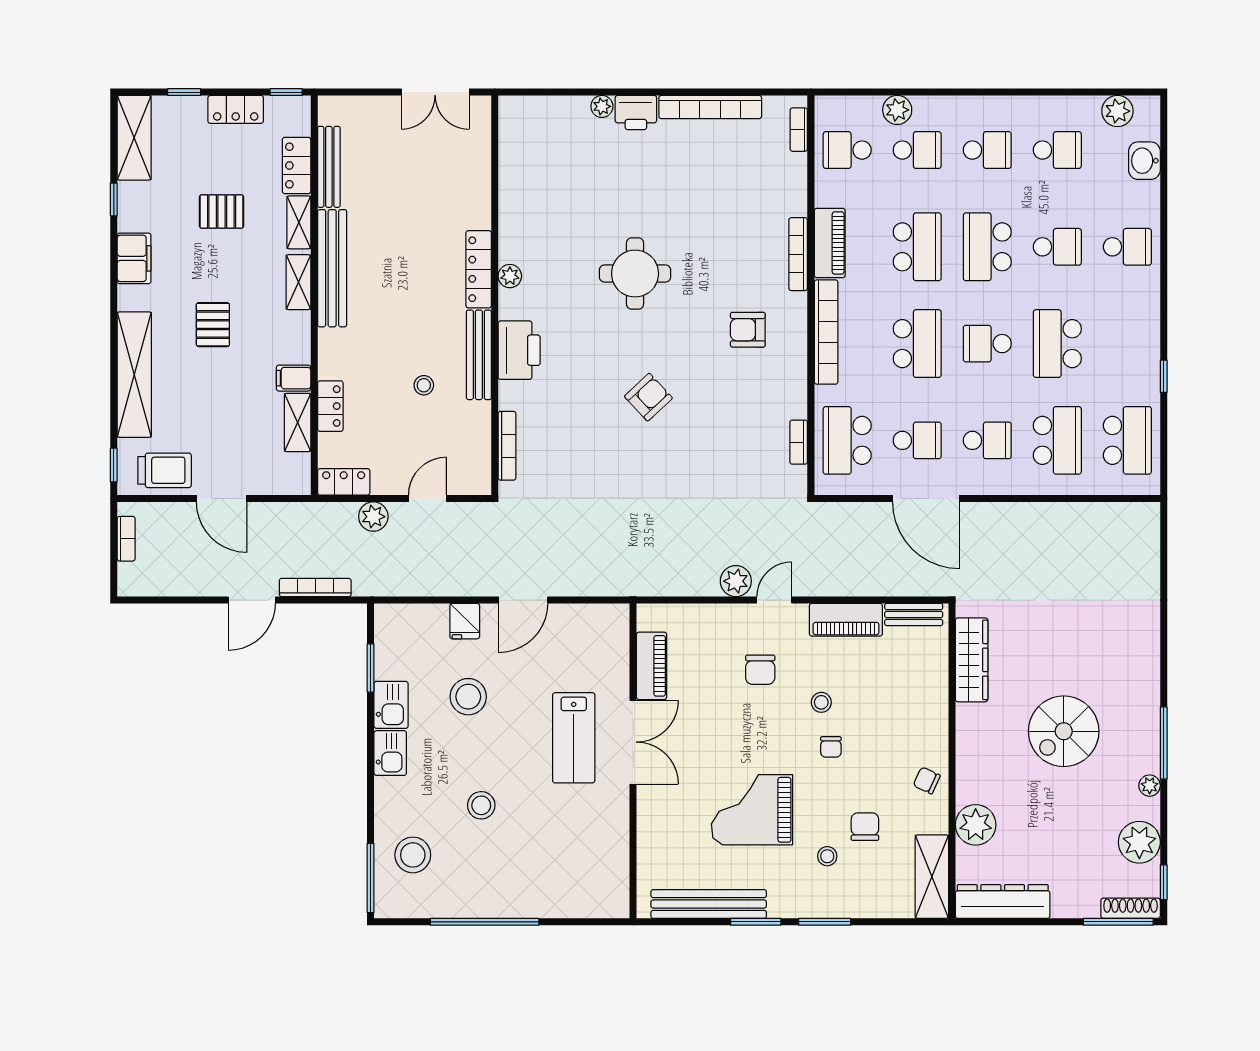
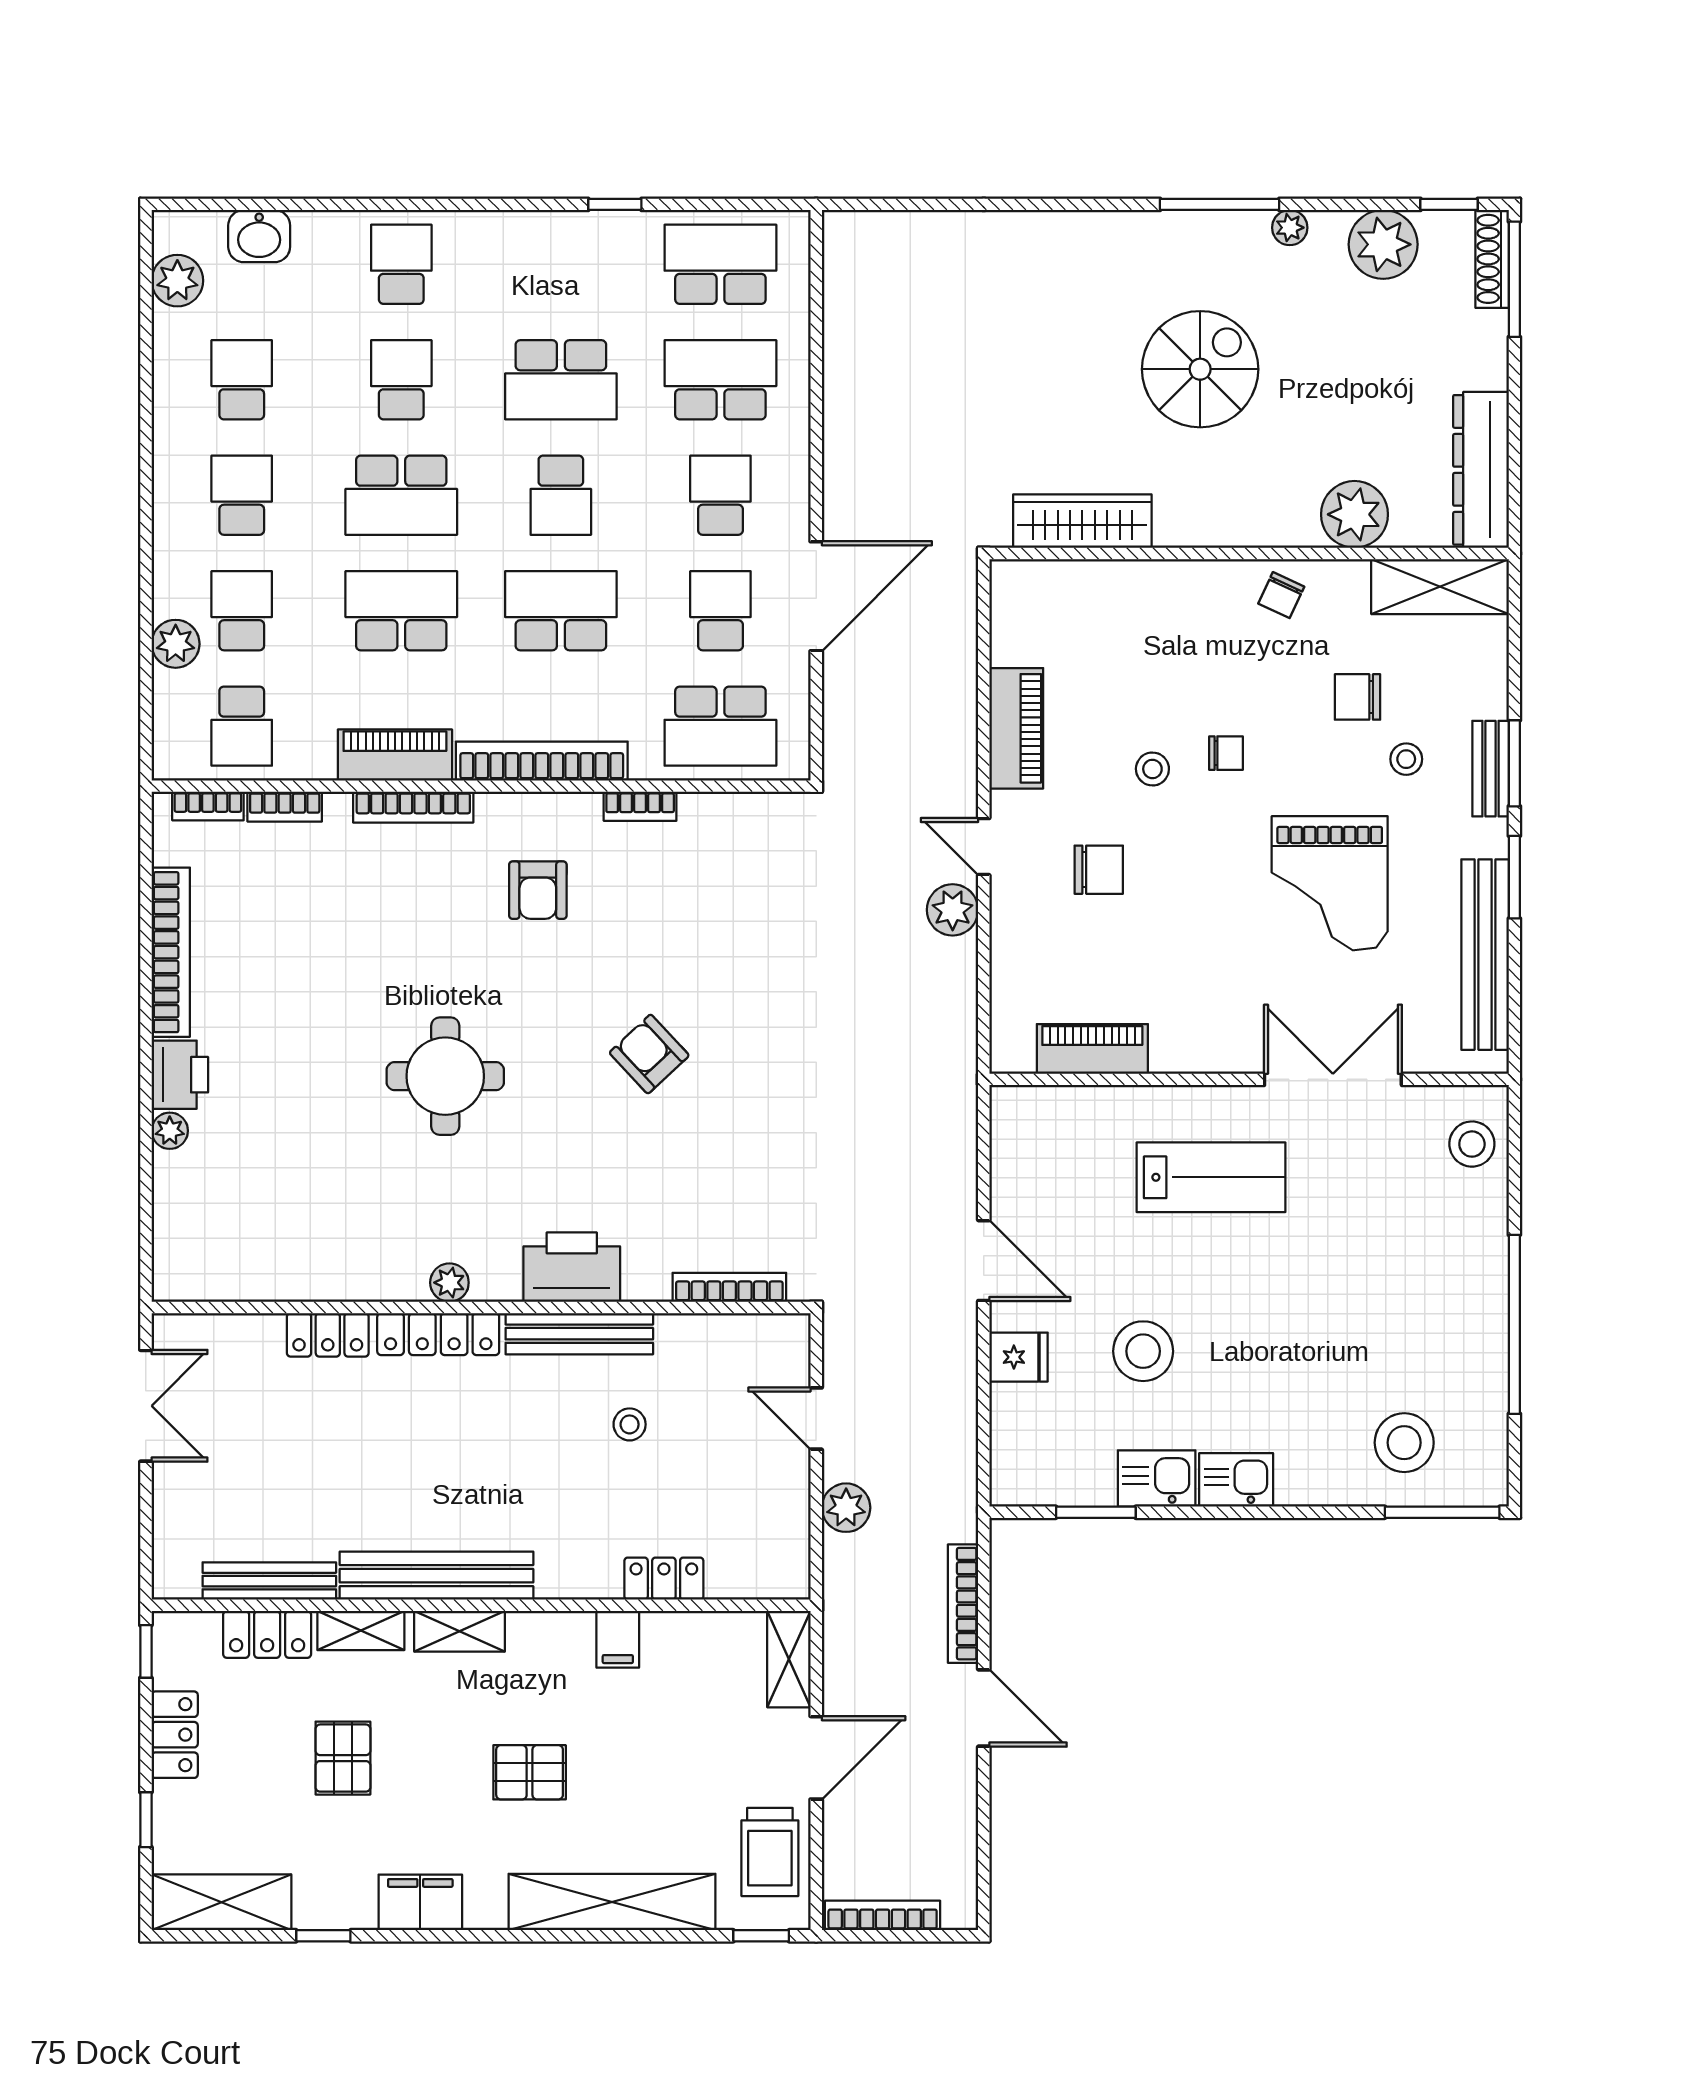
bookcase: (798, 176) -> (285, 807), added
shelving: (298, 422) -> (789, 1659), moved, turned 90
bookcase: (799, 442) -> (640, 806), moved
trolley: (165, 470) -> (770, 1852), turned 180
locker: (344, 482) -> (328, 1335), moved, turned -90
bookcase: (126, 539) -> (883, 1915), width x1.56
bench: (914, 614) -> (1491, 769), moved
spiral stairs: (1064, 731) -> (1200, 369), turned -90
double door: (633, 742) -> (1333, 1079), moved
stool: (481, 805) -> (1472, 1144), moved

